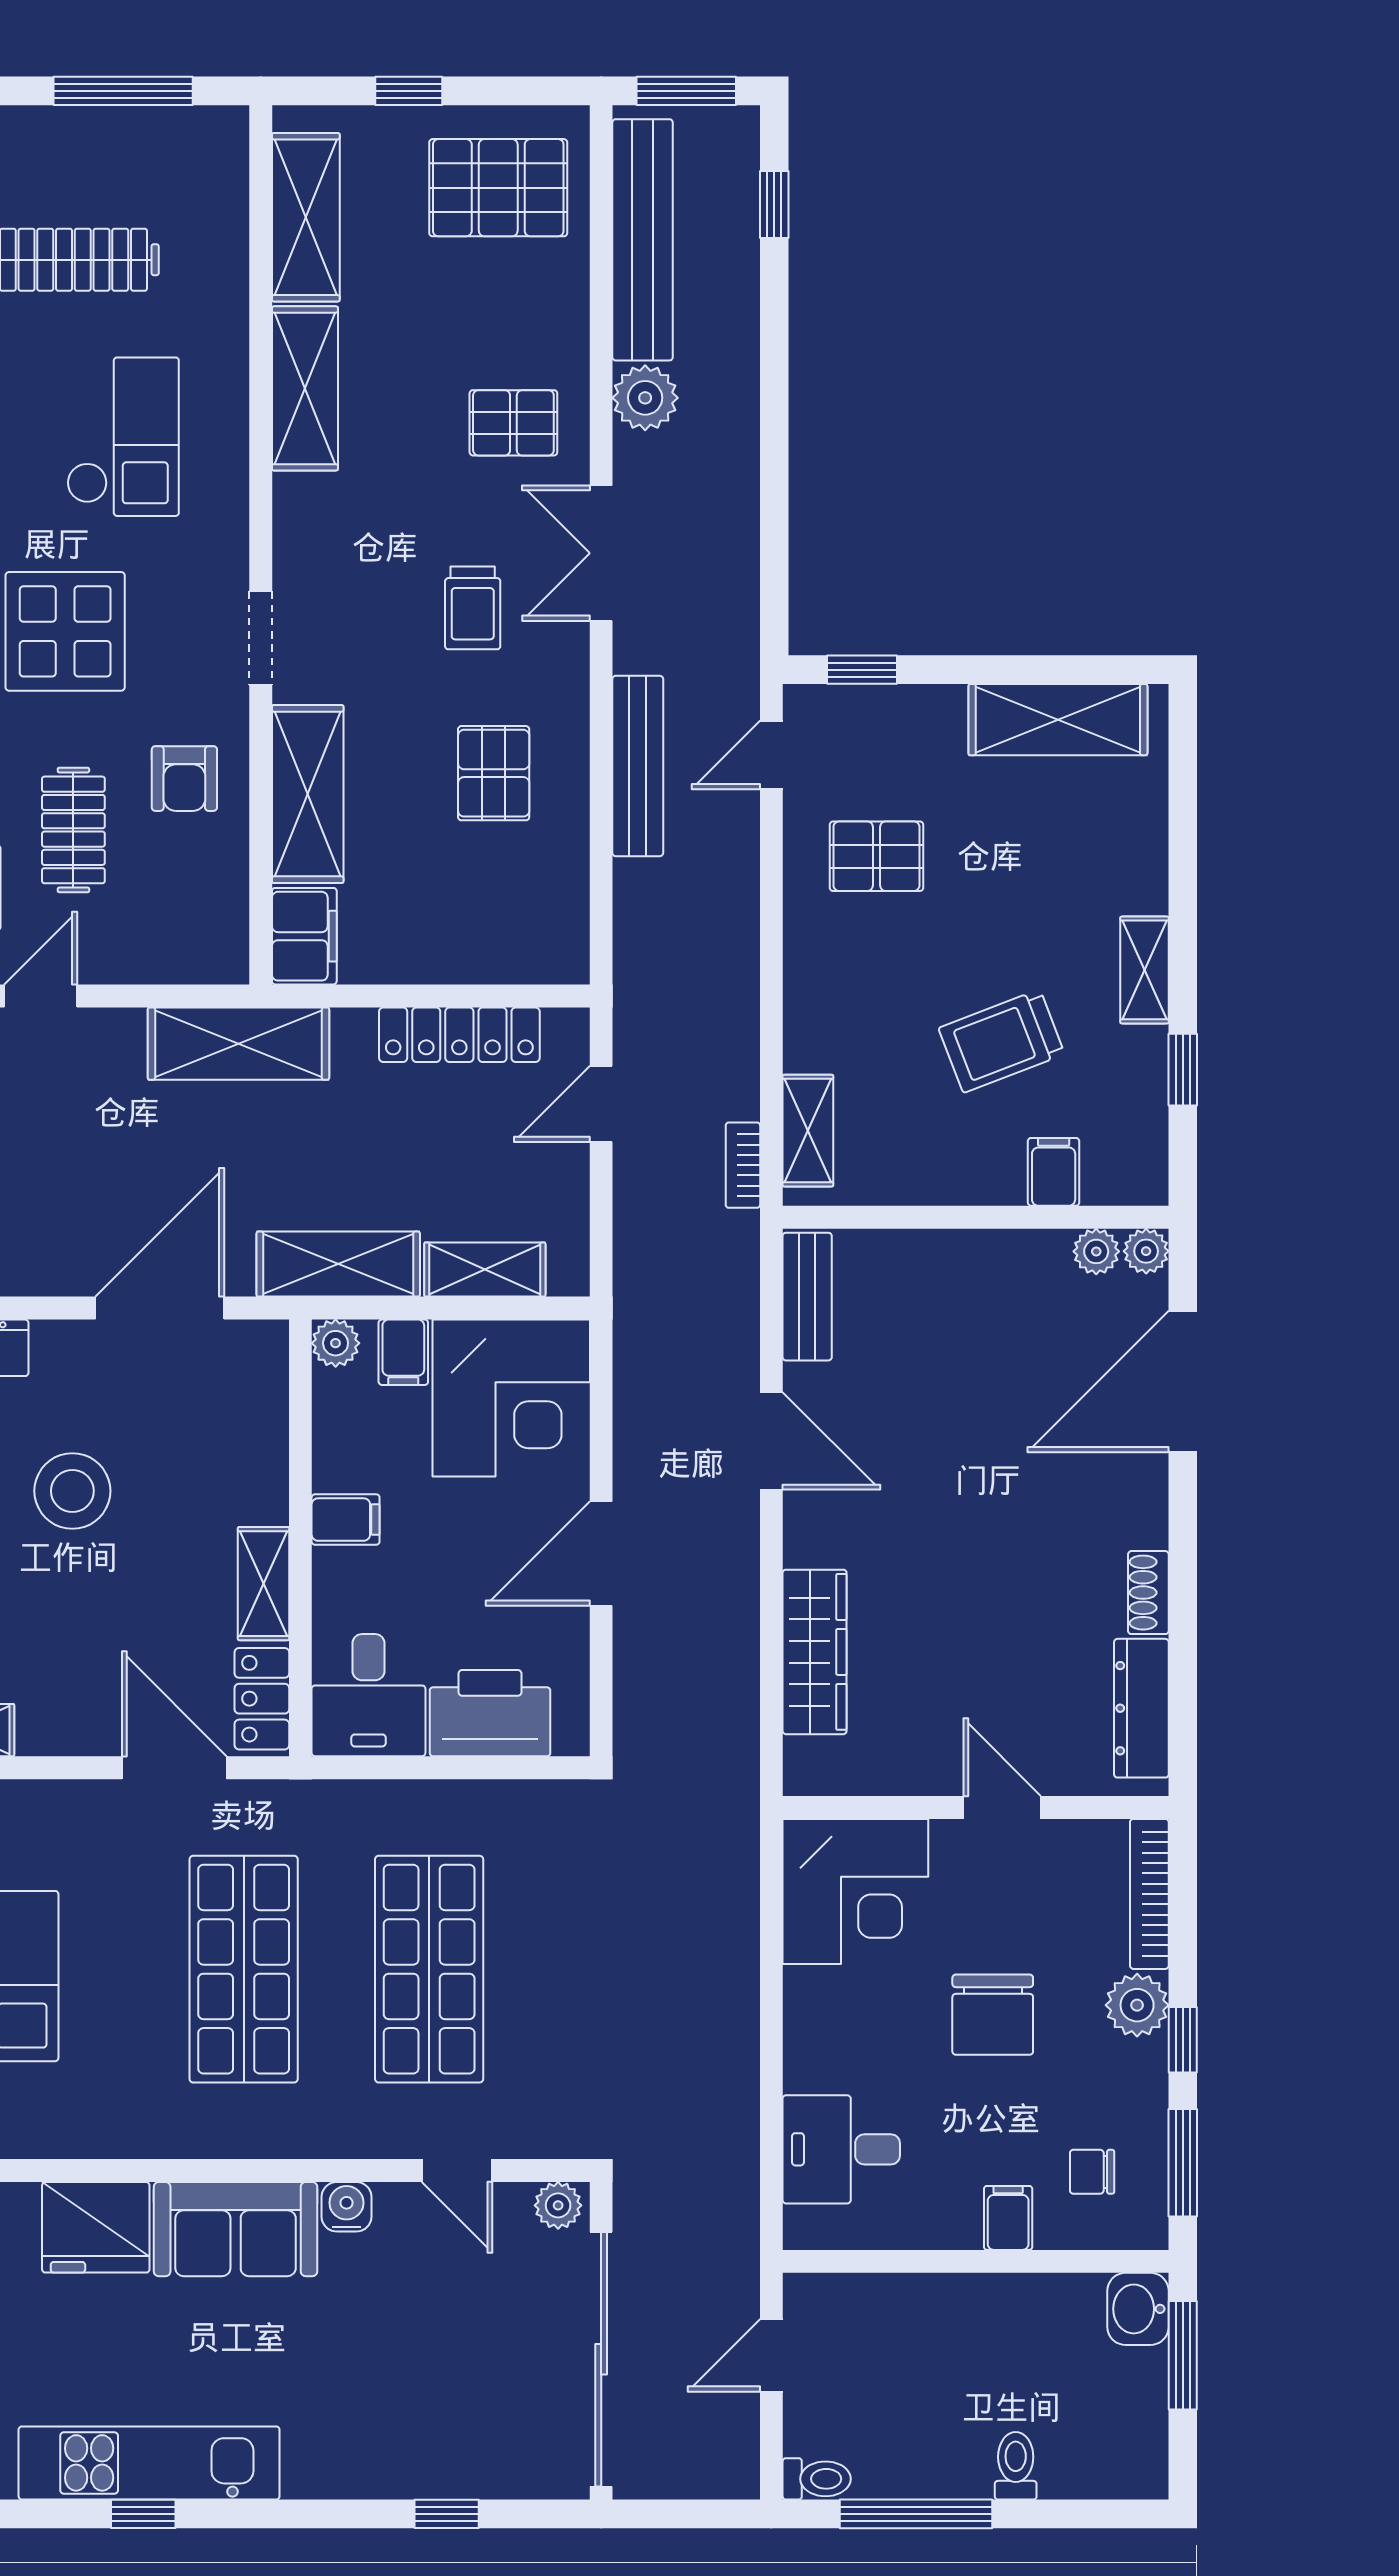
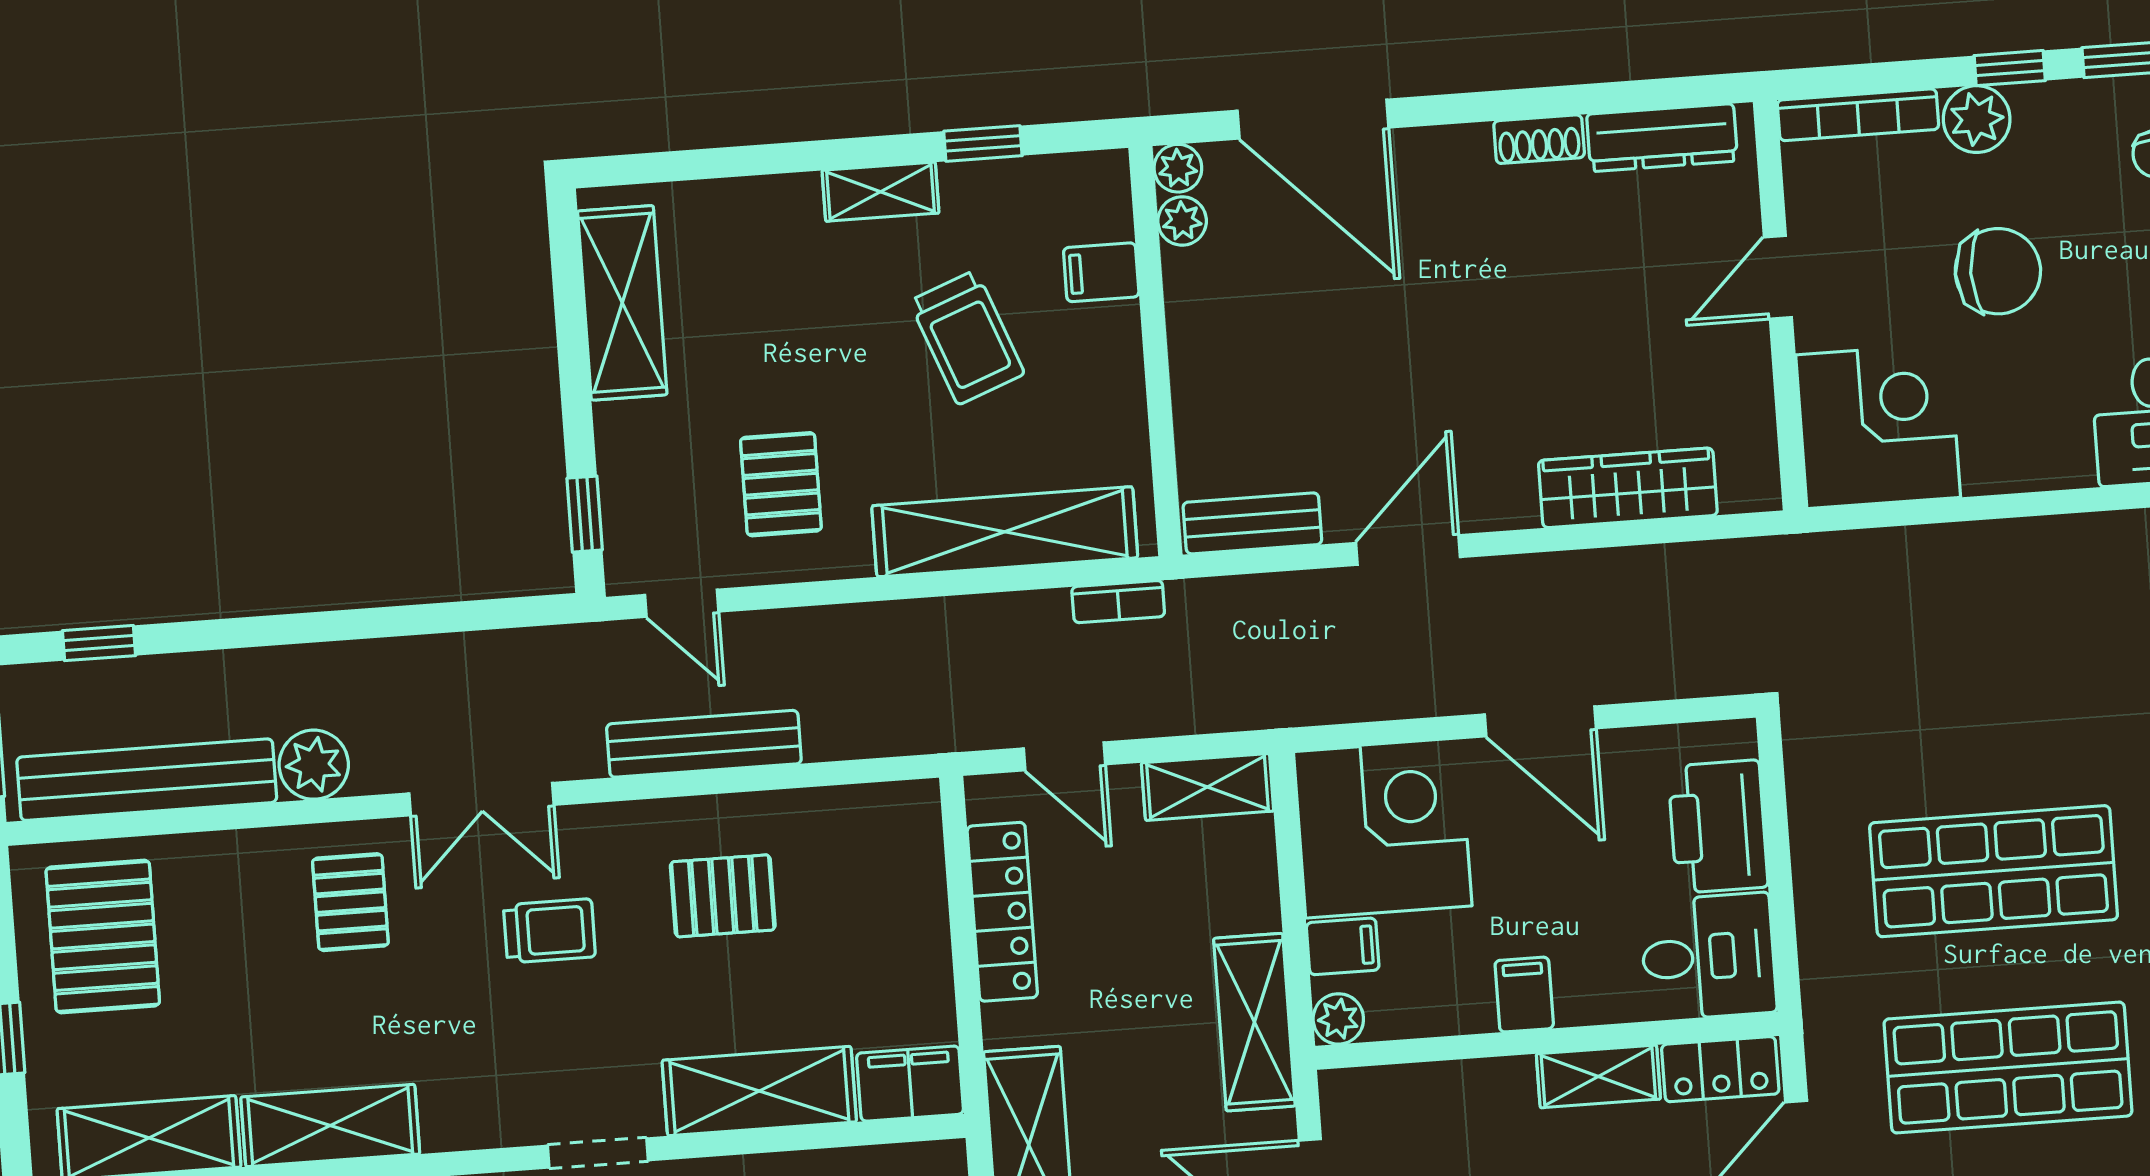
shelving: (808, 1131) -> (1005, 532), width x2.20, depth x1.33
shelving: (485, 1269) -> (1207, 787), moved, turned 90

